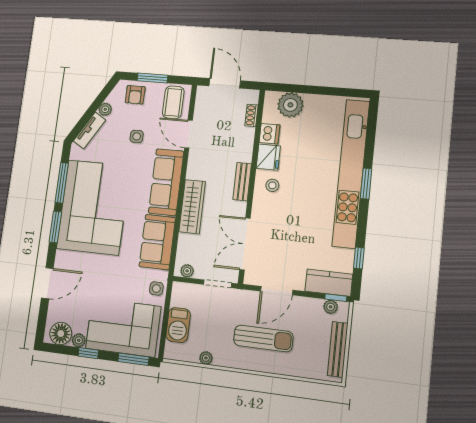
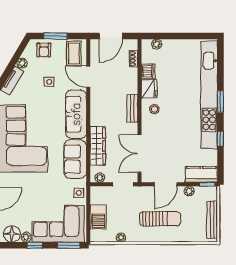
door: (225, 83) -> (111, 36), swing flipped
plant: (290, 105) -> (157, 44), width x0.53, depth x0.53
wardrobe: (192, 207) -> (98, 146), moved
window: (359, 258) -> (220, 139), moved
plant: (331, 307) -> (189, 191), moved

